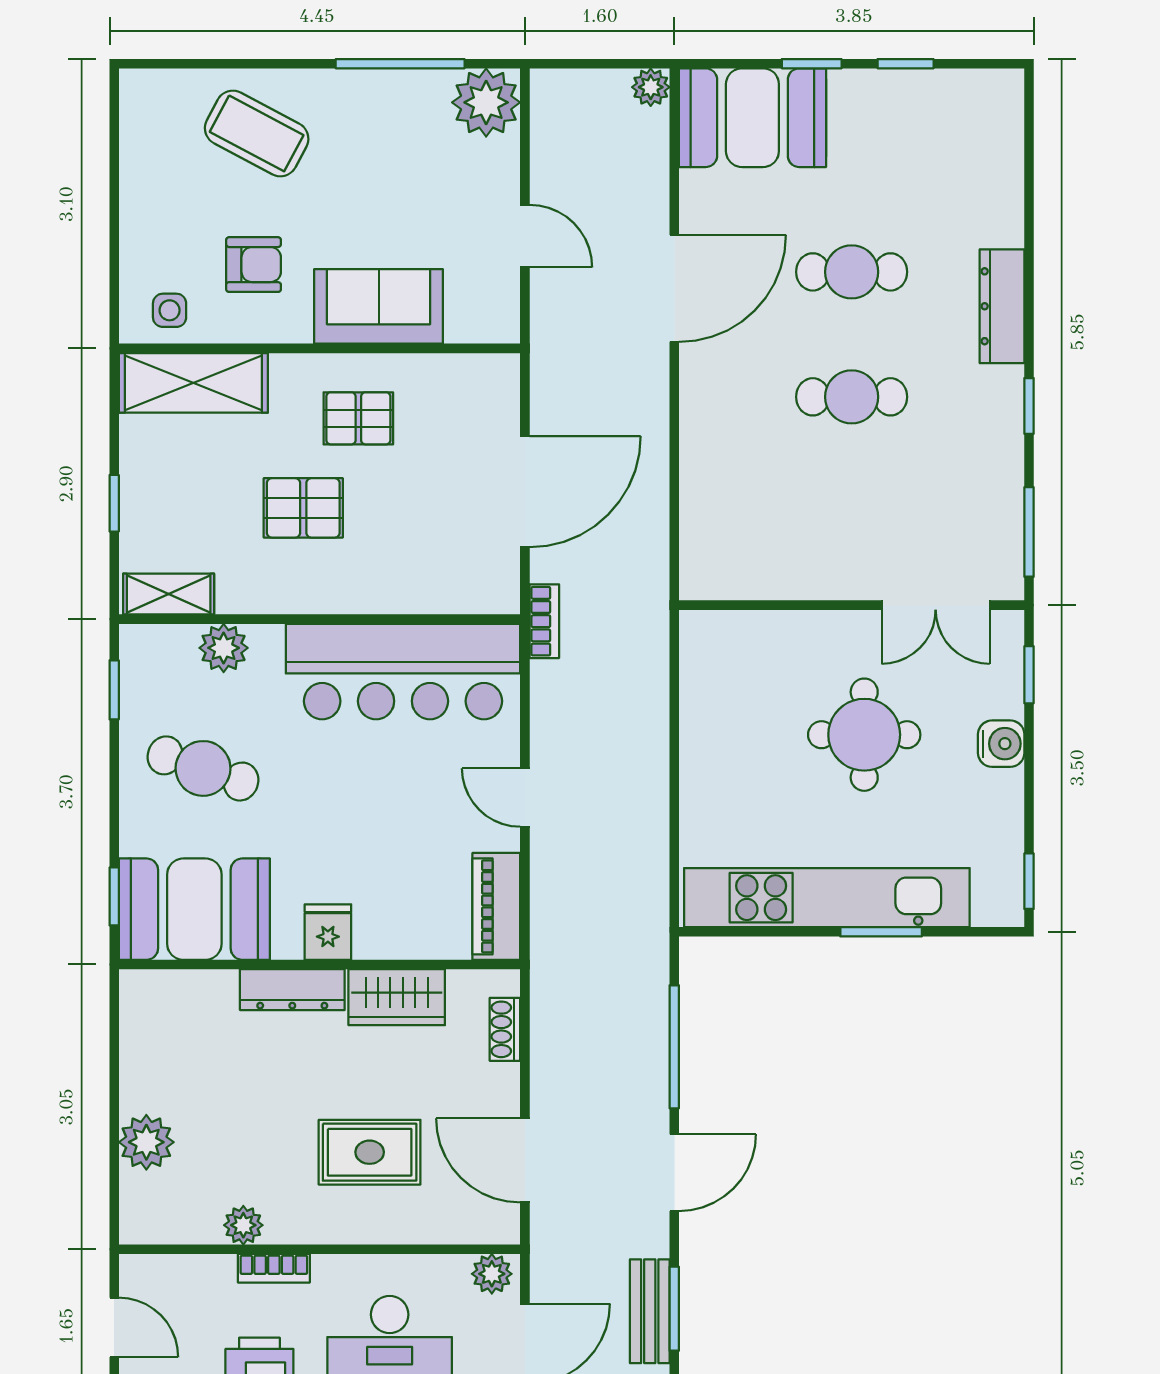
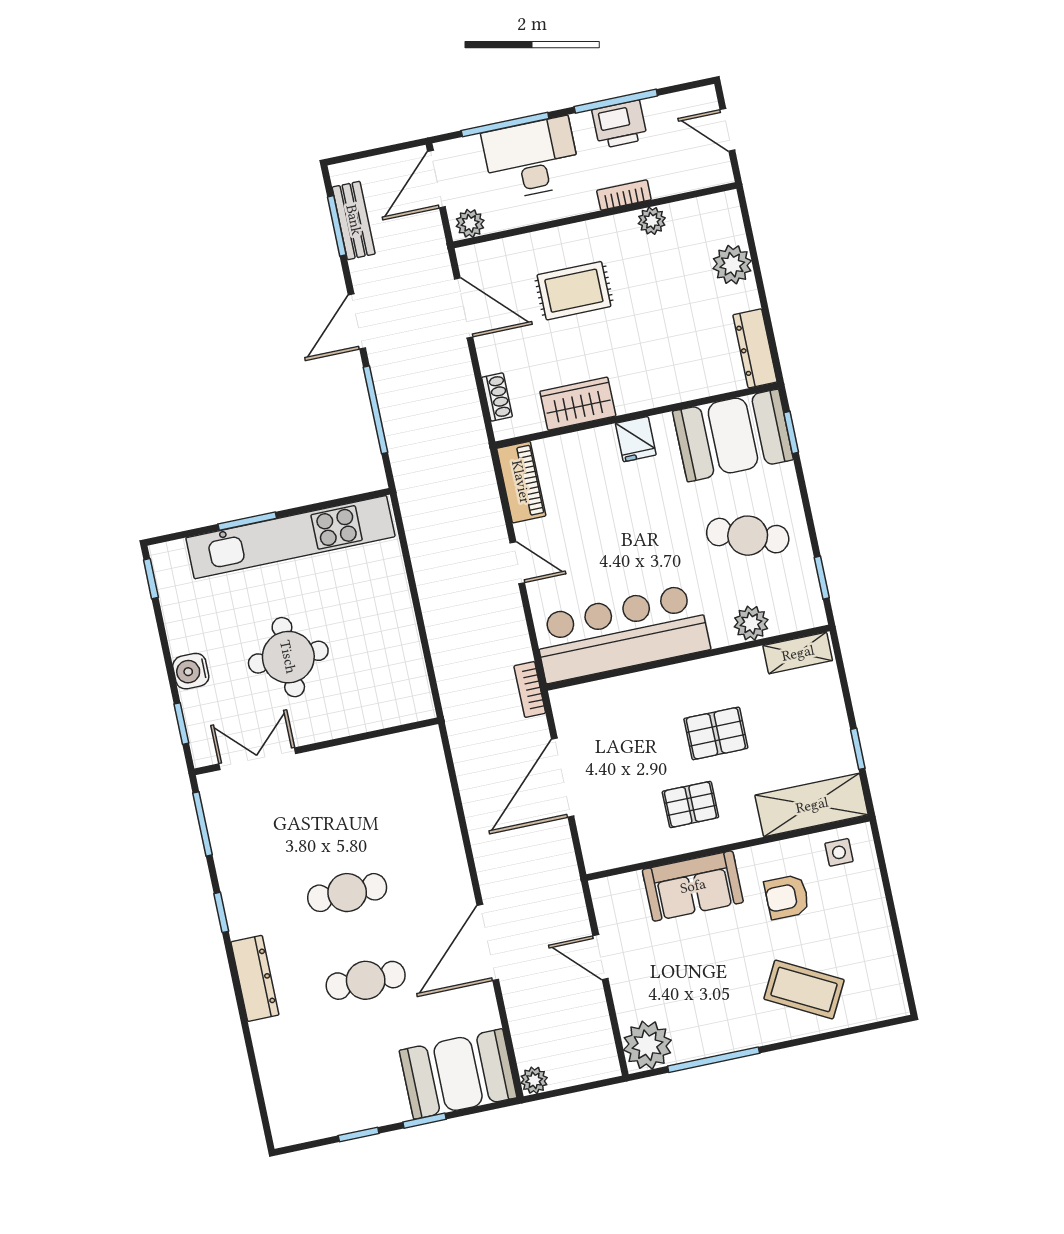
window: (114, 503) -> (858, 749), moved
dresser: (292, 990) -> (755, 348), moved, turned -90

